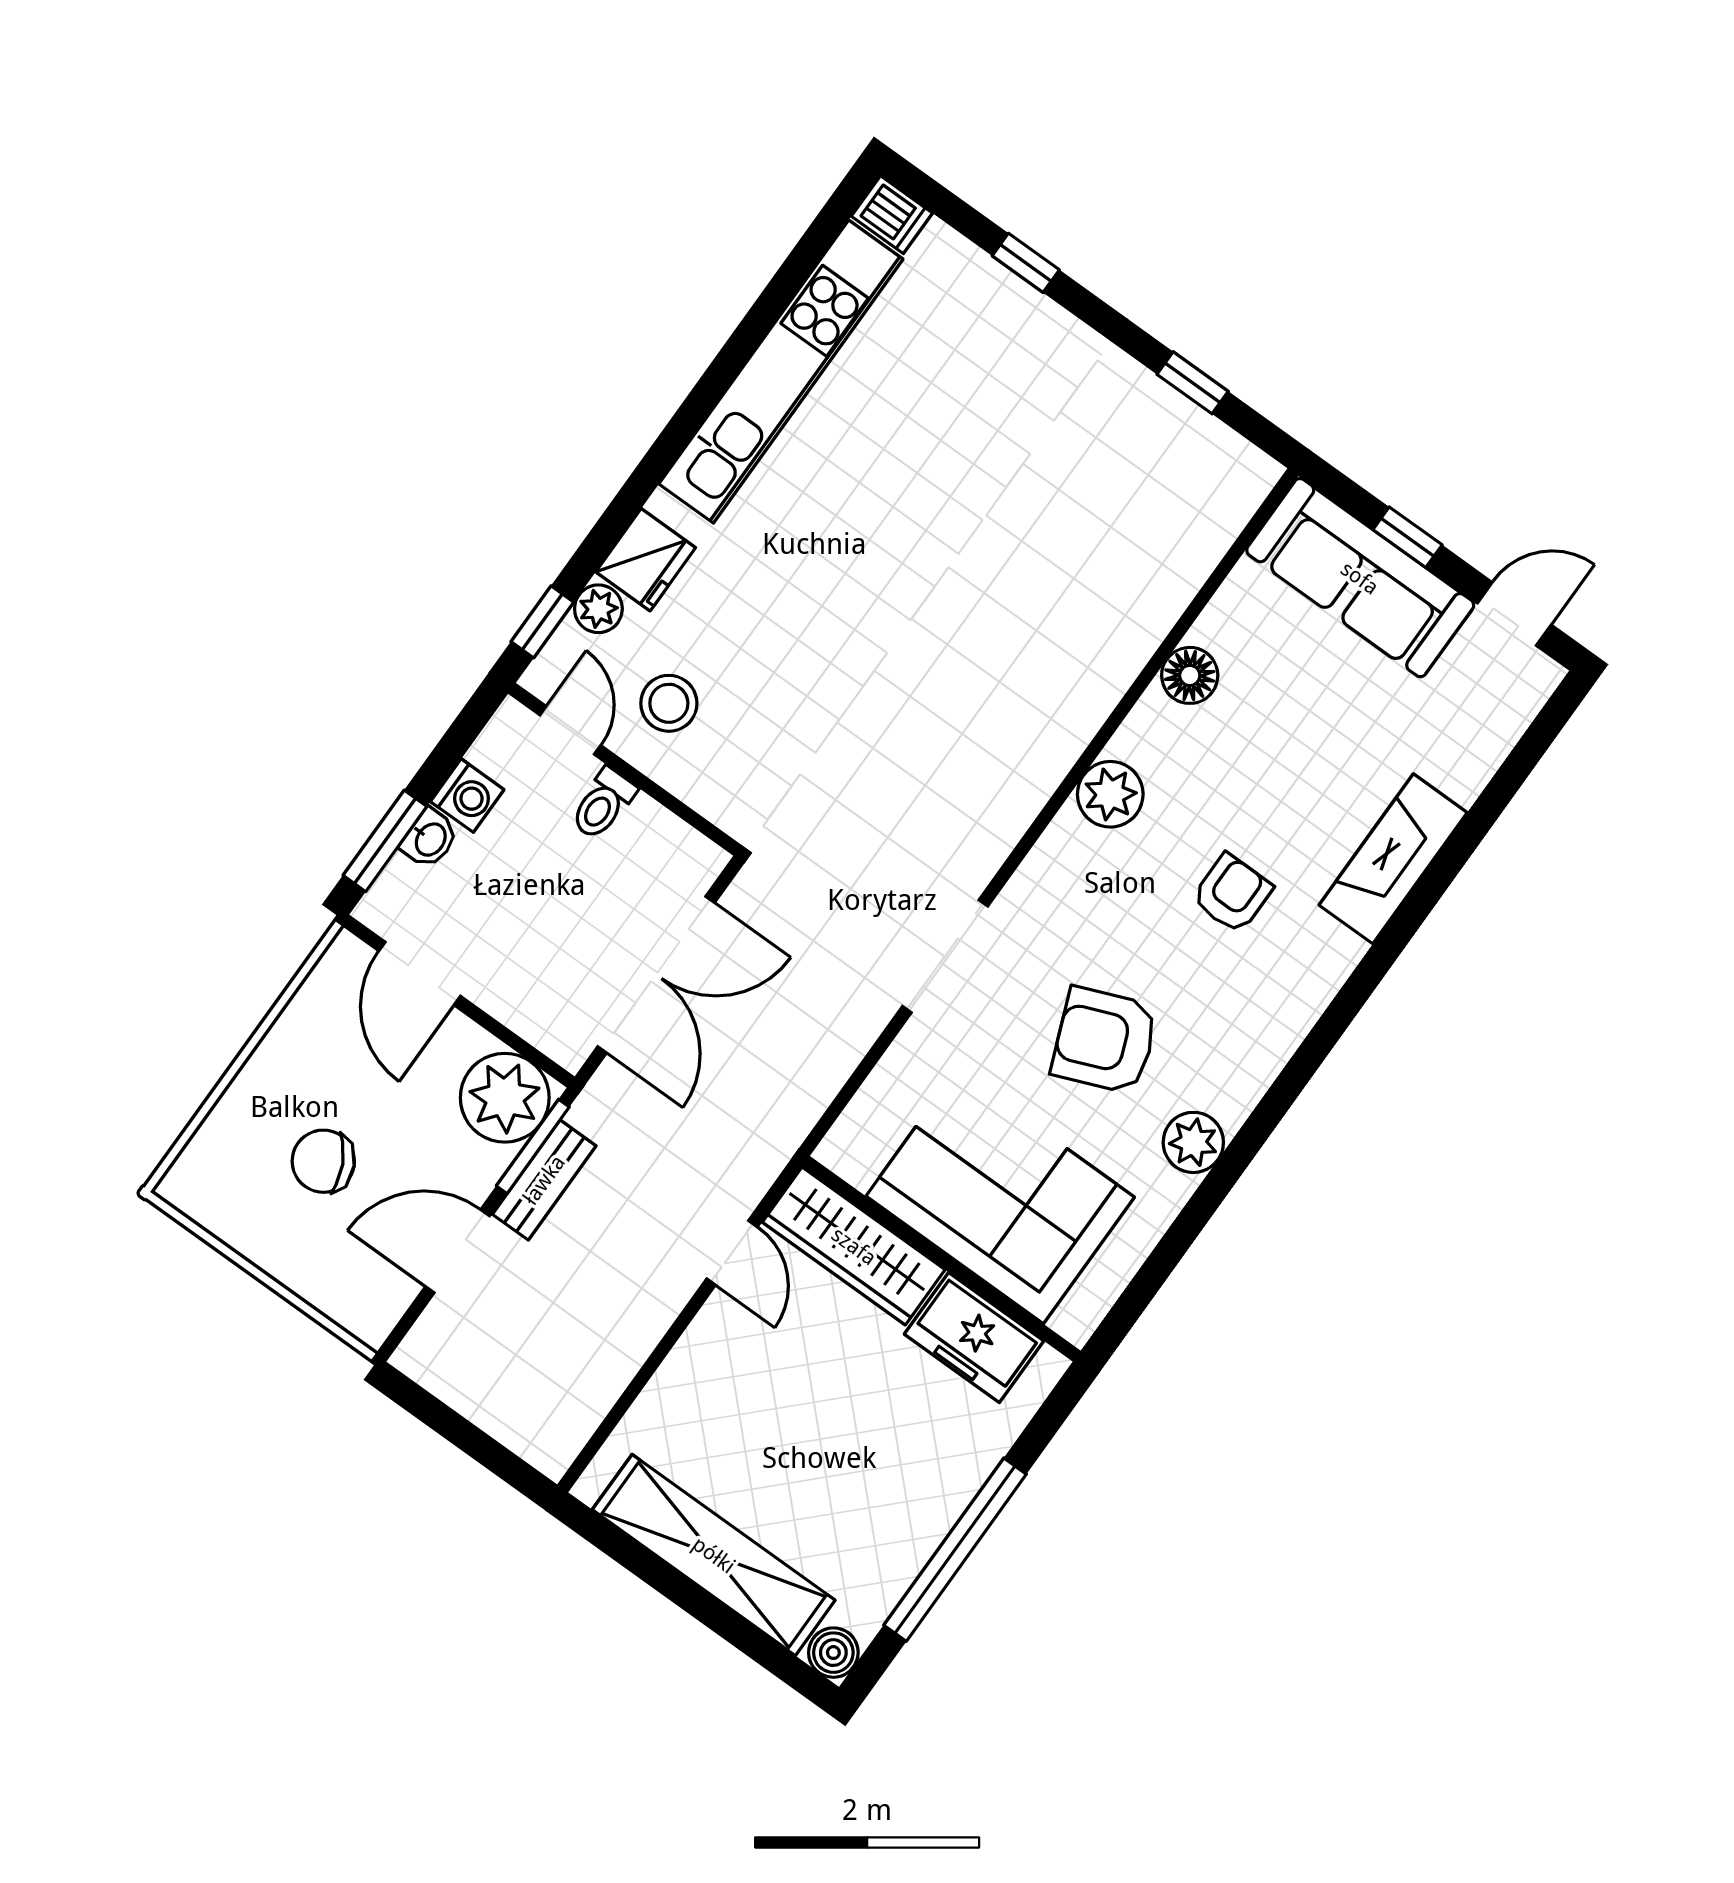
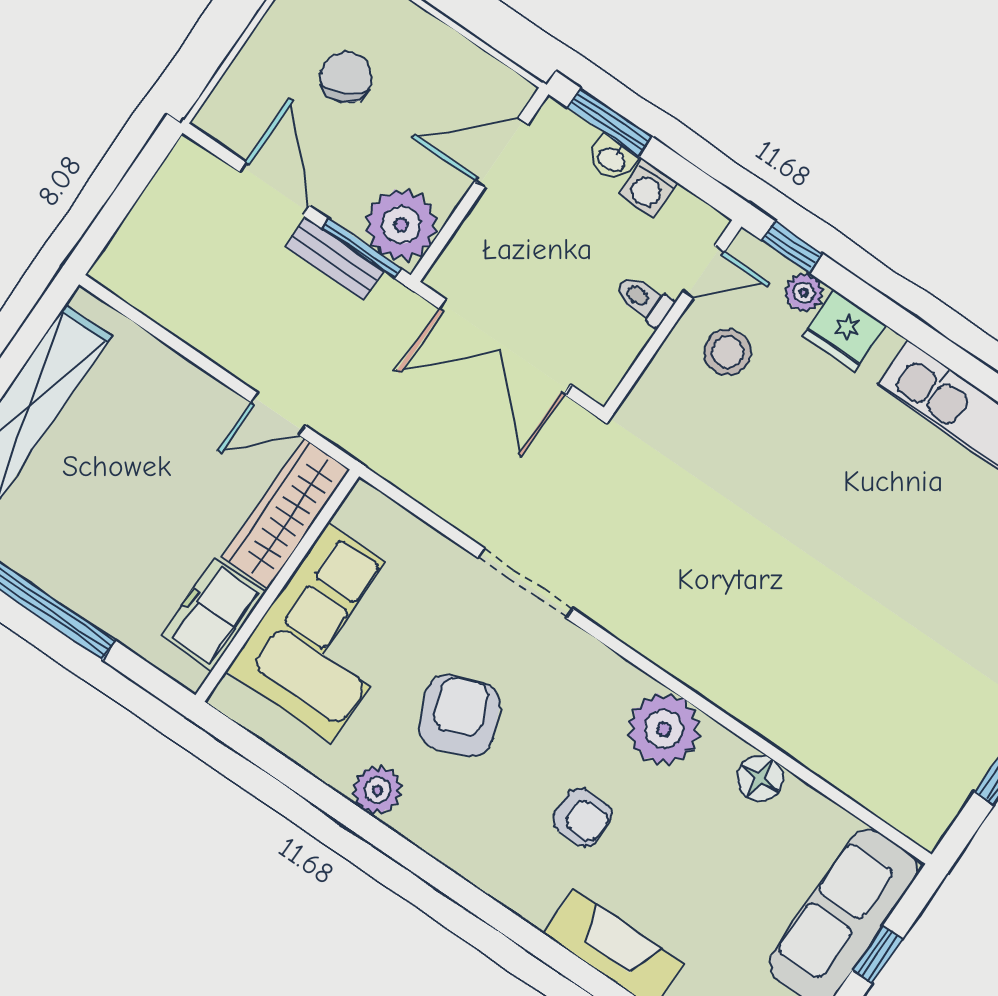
plant: (1110, 794) -> (664, 729), width x1.36, depth x1.36

